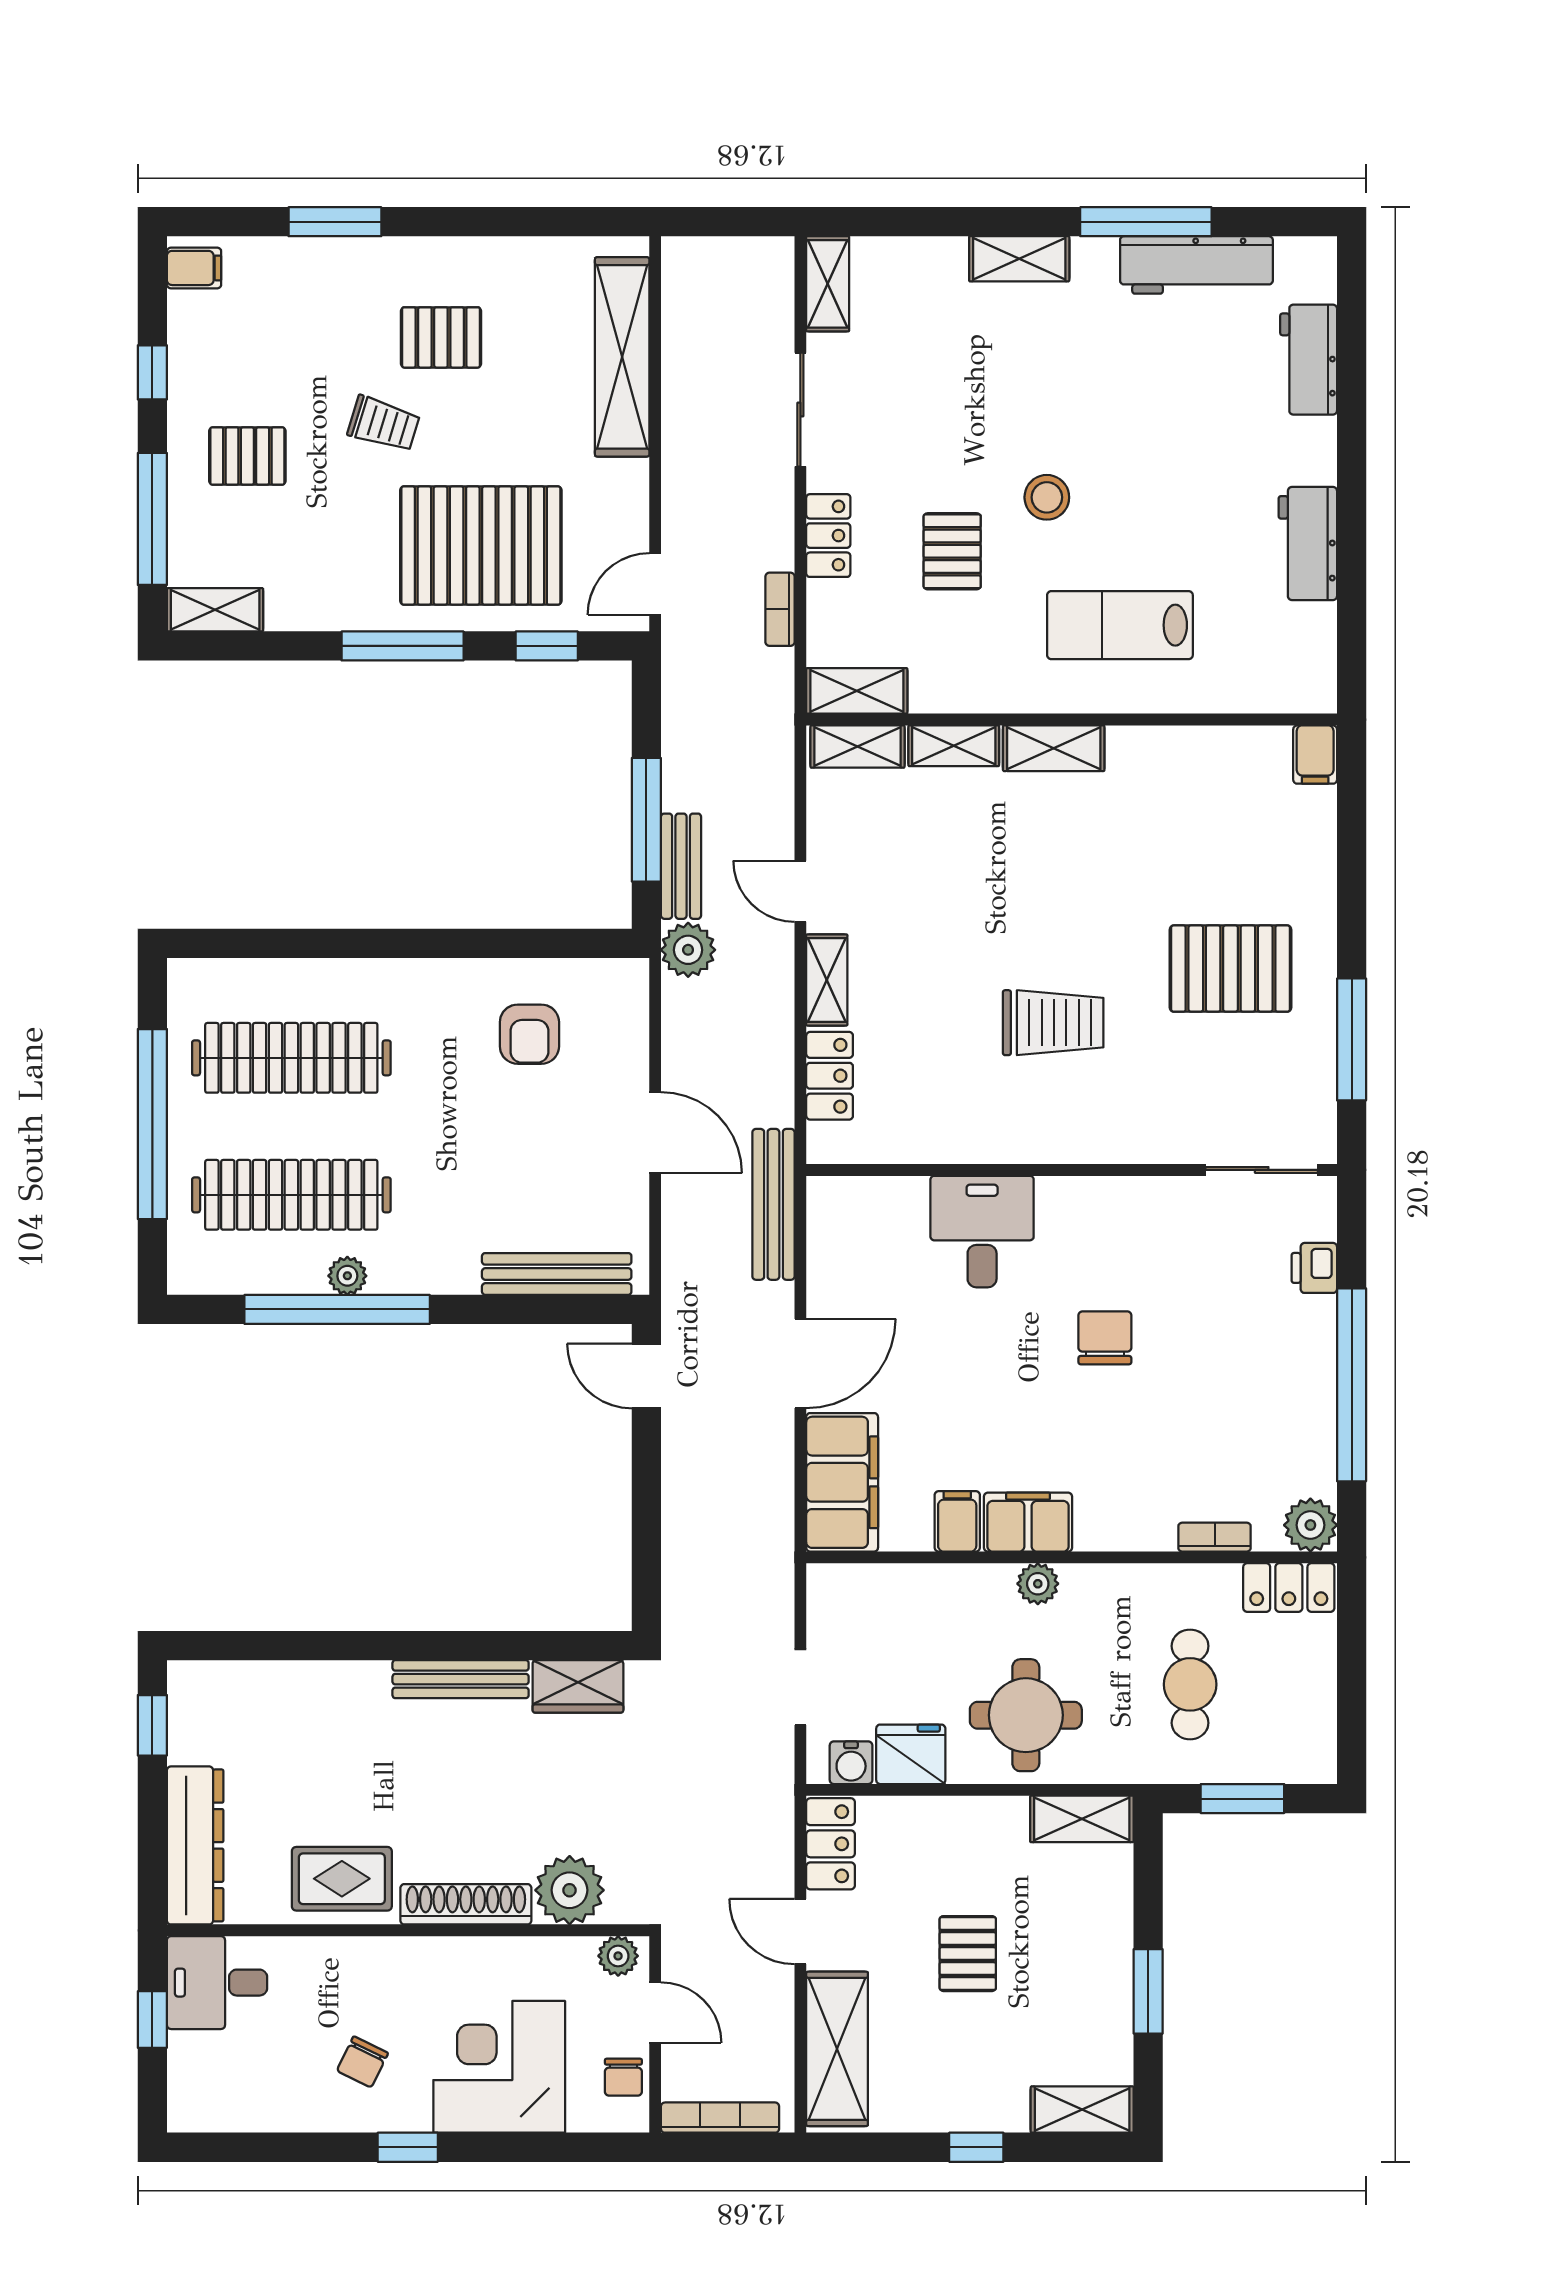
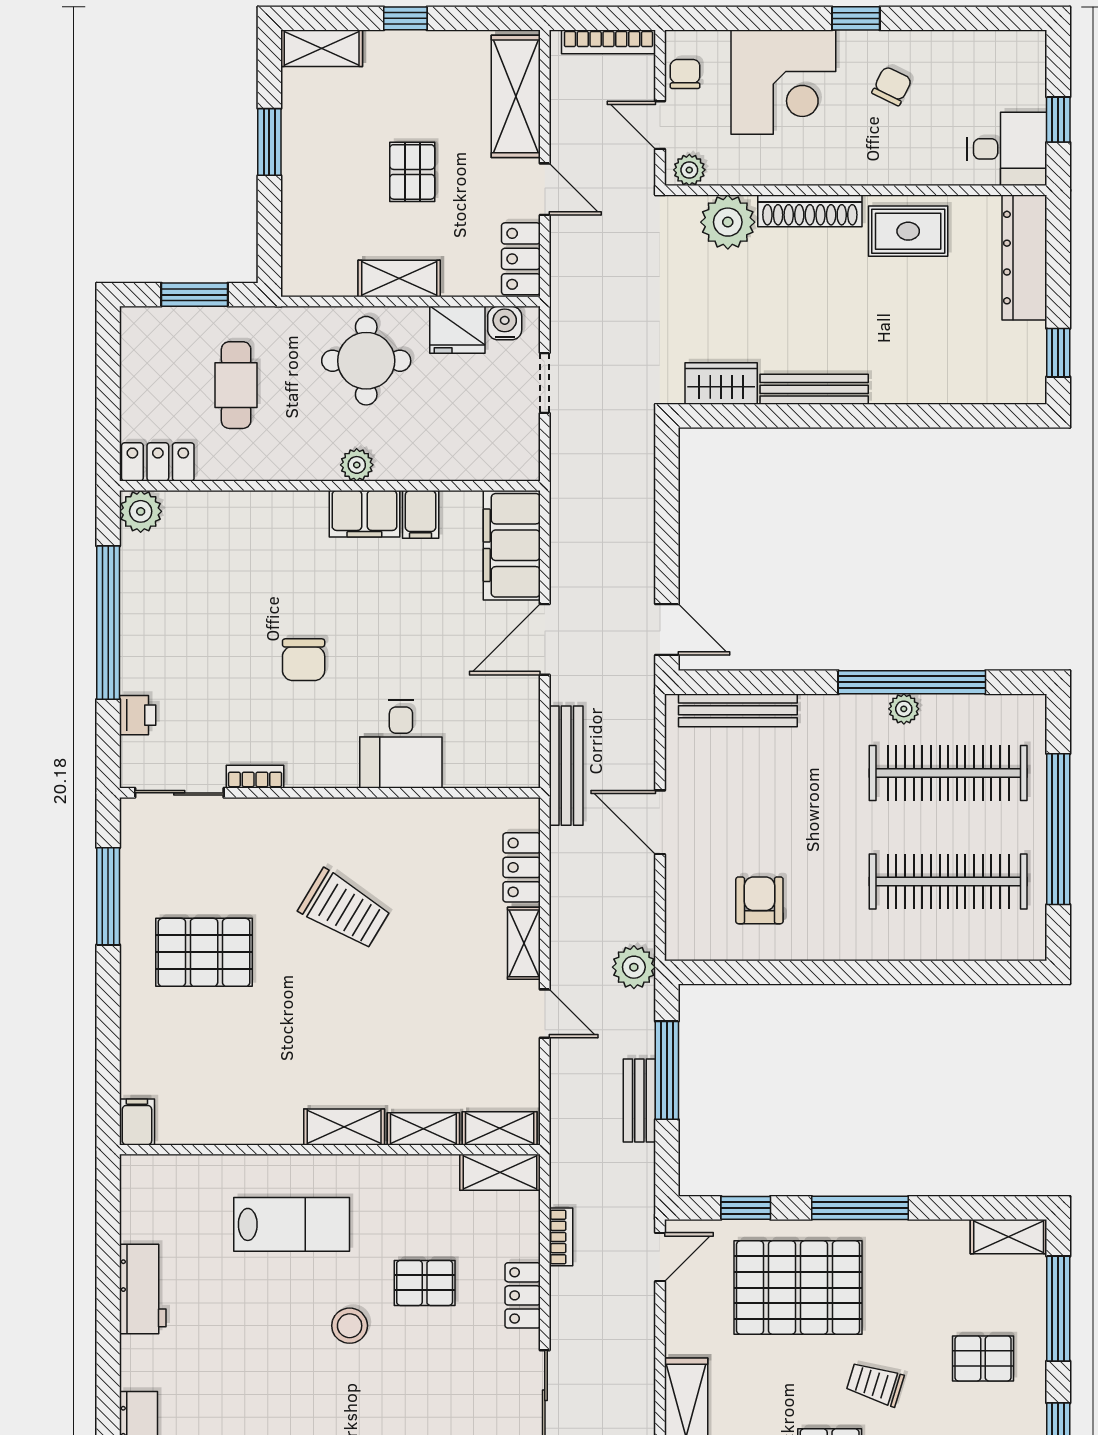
pallet: (952, 551) -> (425, 1283), turned 90
bench: (681, 866) -> (639, 1101), moved
trolley: (1053, 1023) -> (345, 909), turned -149
bookcase: (1215, 1537) -> (255, 777), moved, turned 180
shelving: (1082, 1819) -> (399, 279), moved

